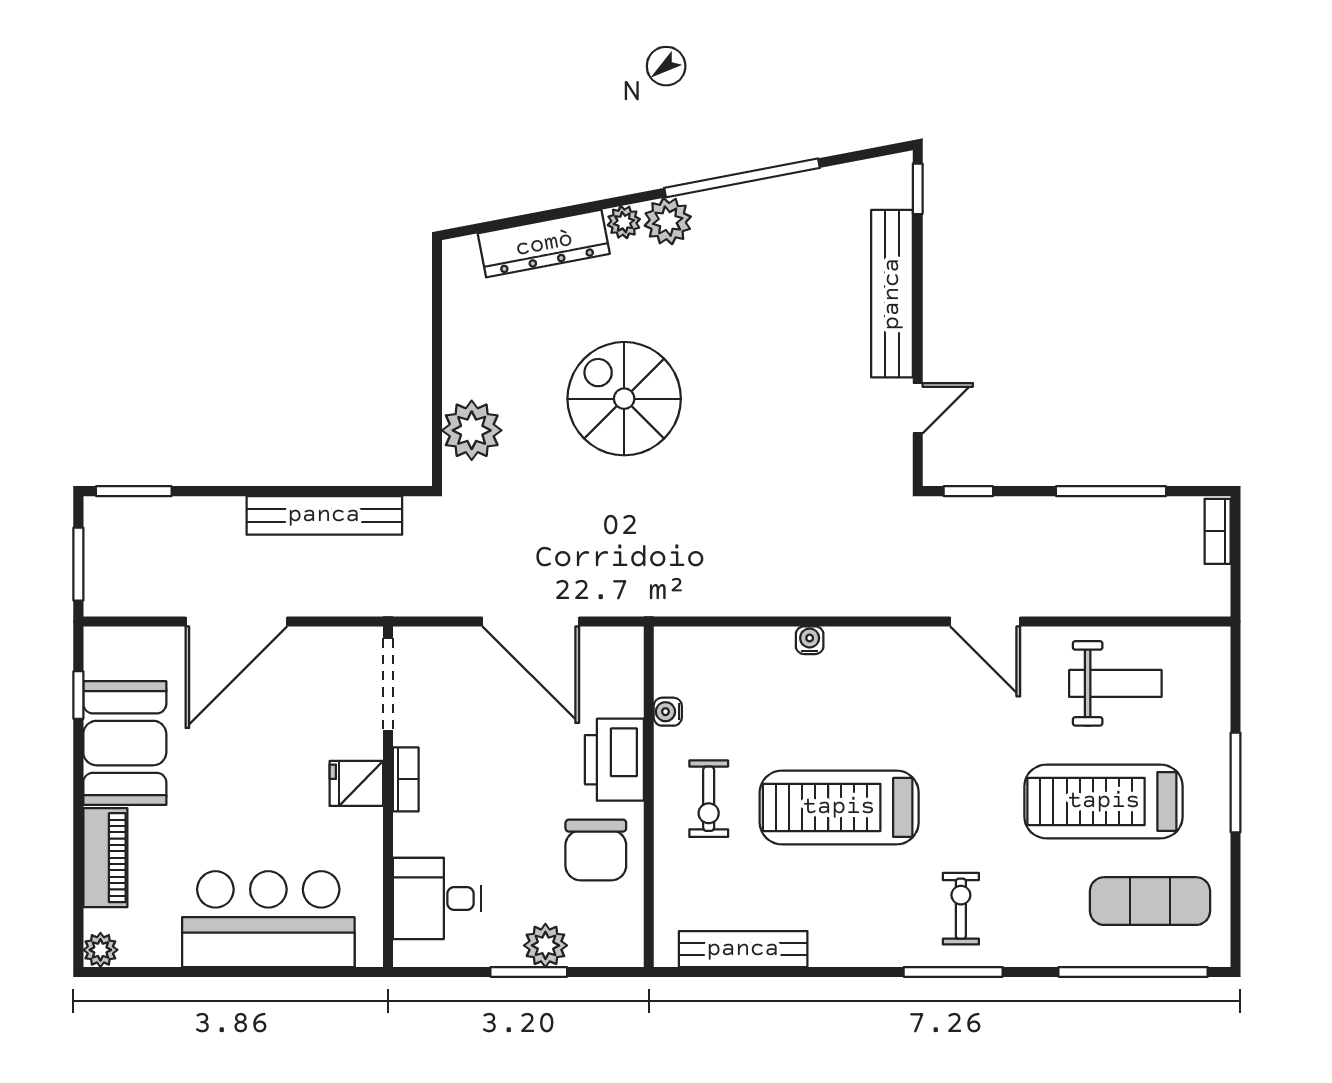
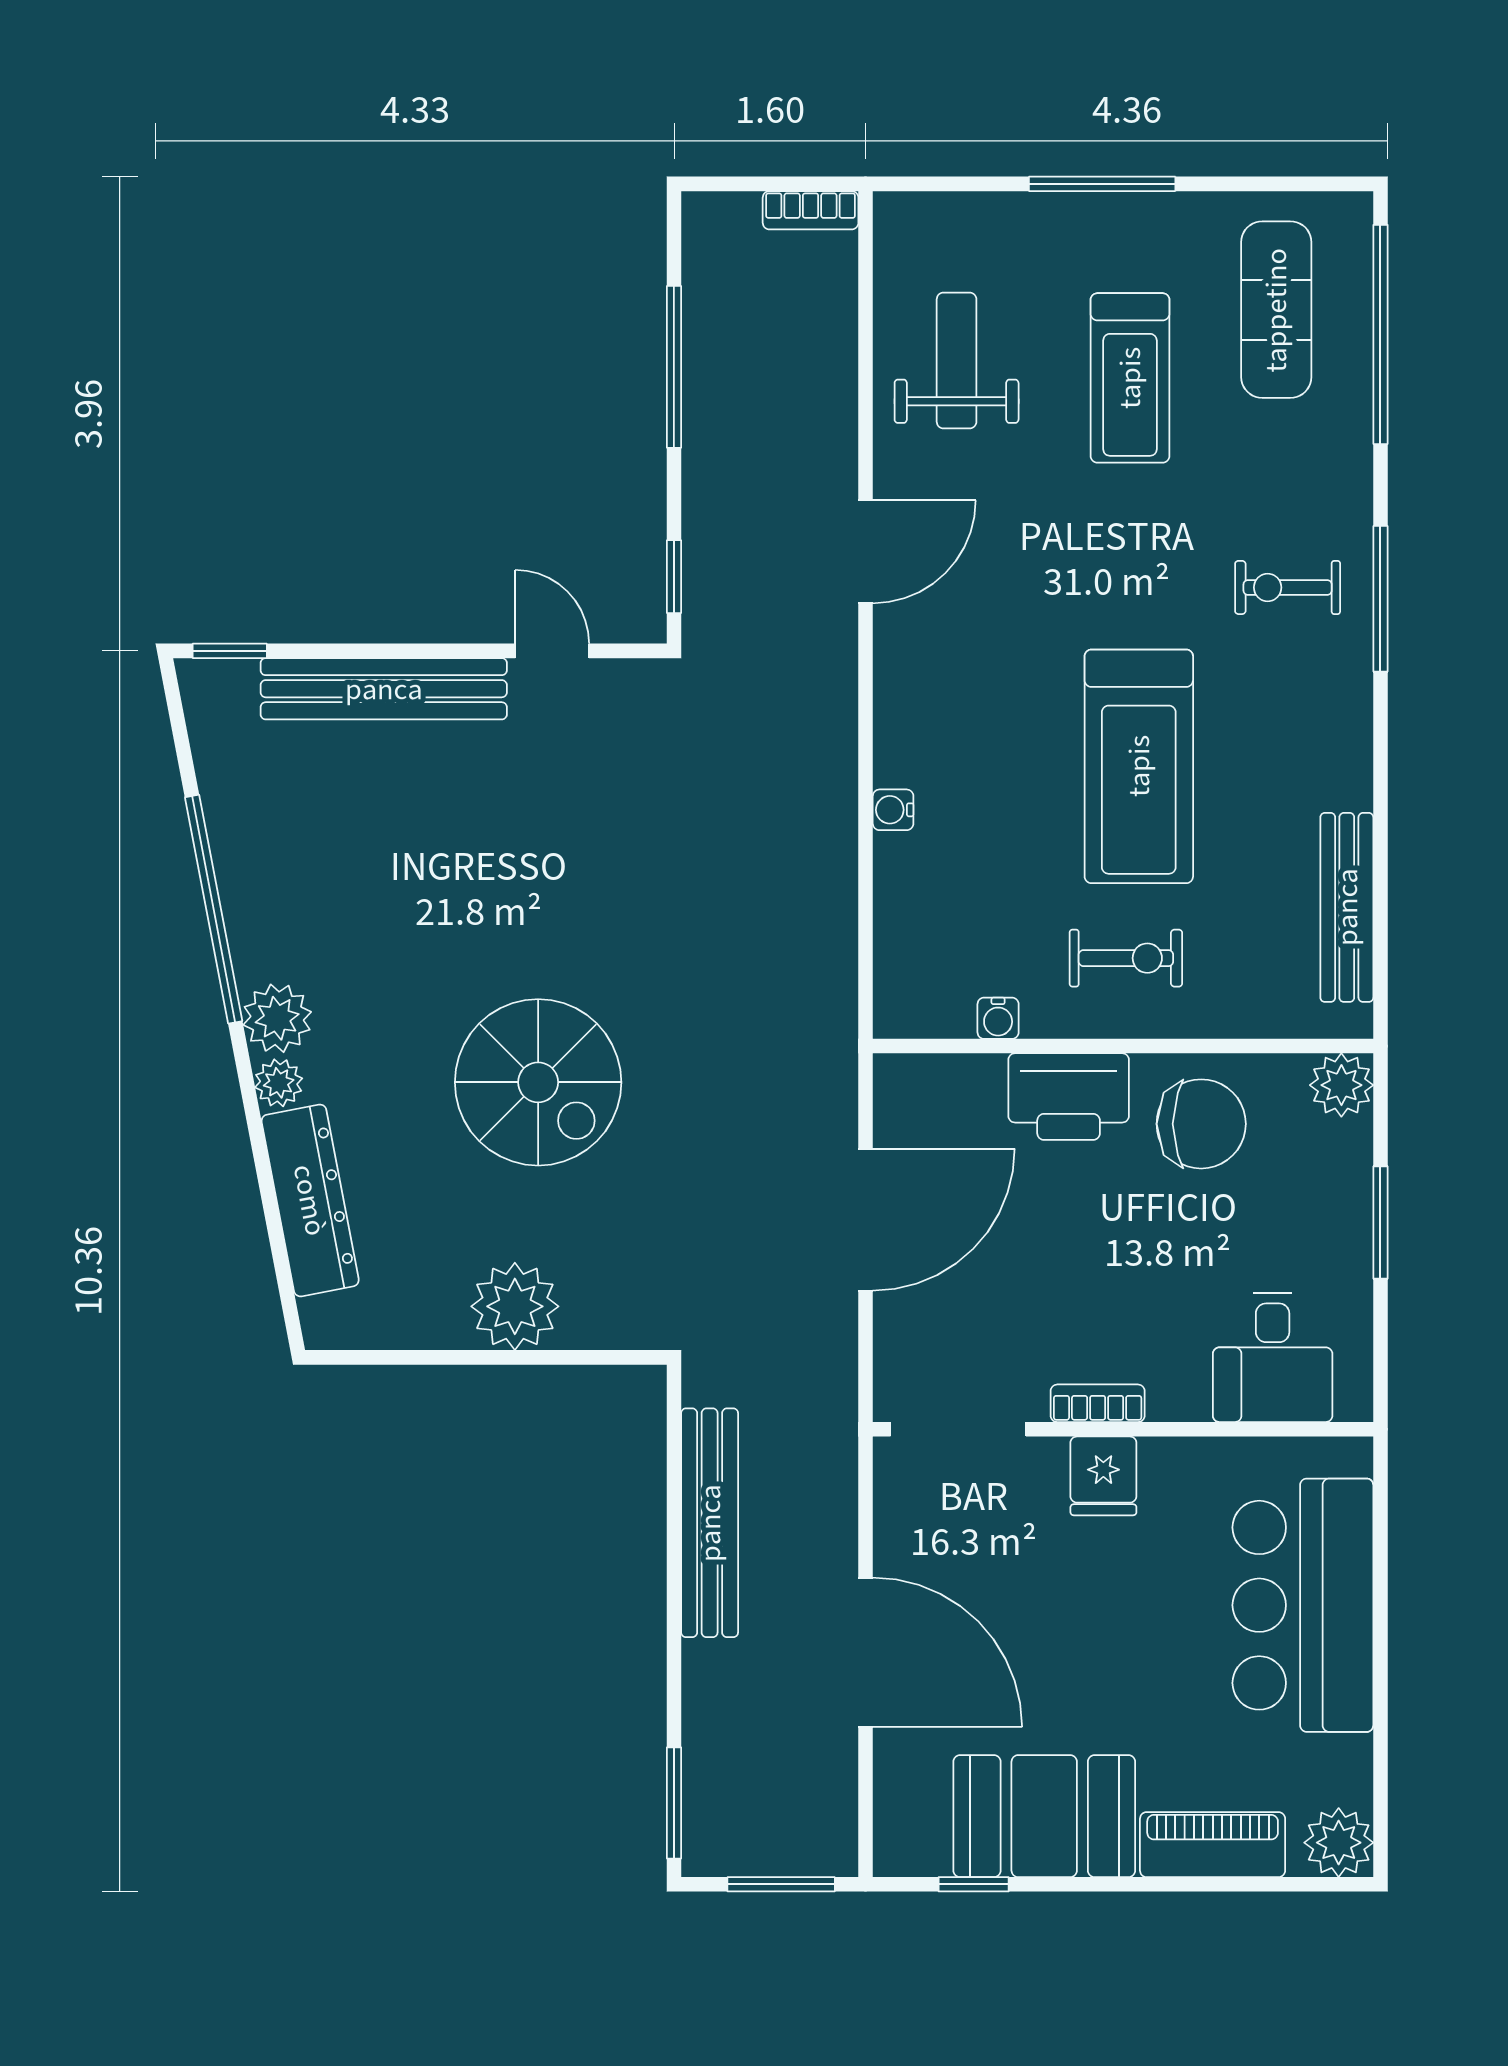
spiral stairs: (624, 399) -> (538, 1082), turned -90
plant: (472, 430) -> (515, 1306), moved
bookcase: (1218, 531) -> (811, 210), moved
treadmill: (1104, 801) -> (1130, 378), width x0.73, depth x0.73
plant: (545, 945) -> (1341, 1085), moved
plant: (100, 950) -> (1339, 1843), width x1.38, depth x1.38

